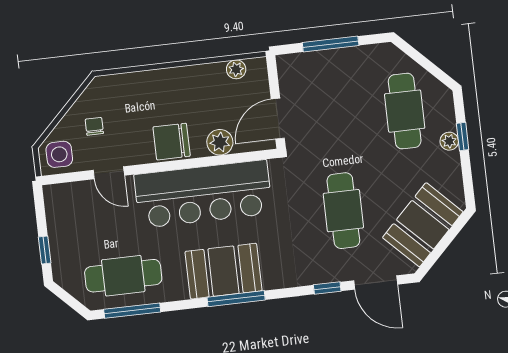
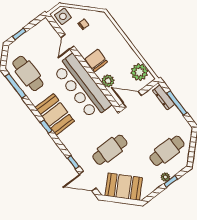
dresser: (307, 61) -> (164, 97), added
plant: (236, 69) -> (139, 72), width x1.88, depth x1.88
door: (376, 282) -> (88, 181), hinge flipped
window: (236, 299) -> (46, 127), width x0.46

